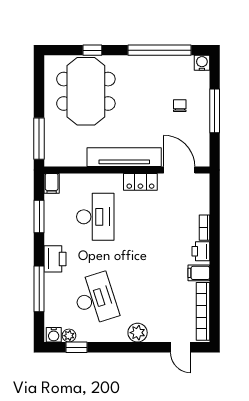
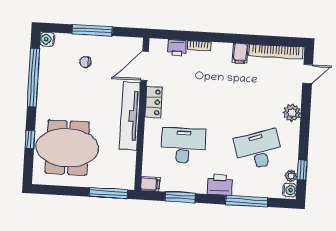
printer: (201, 251) -> (177, 48), moved

